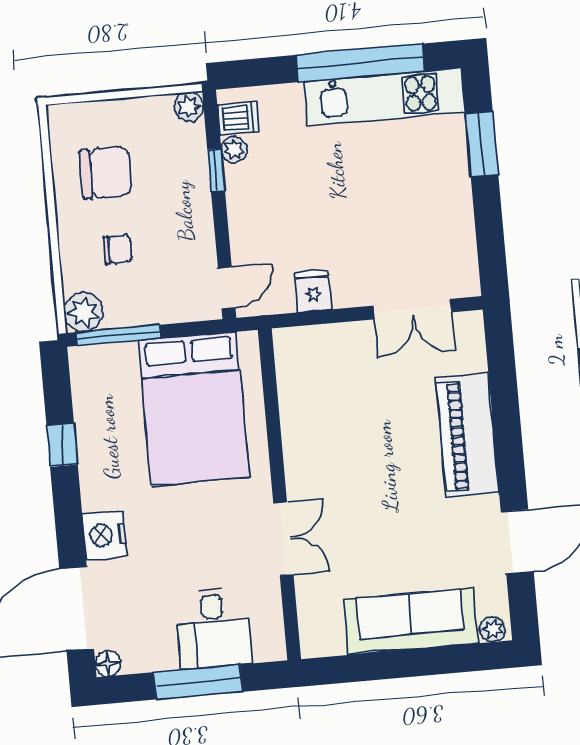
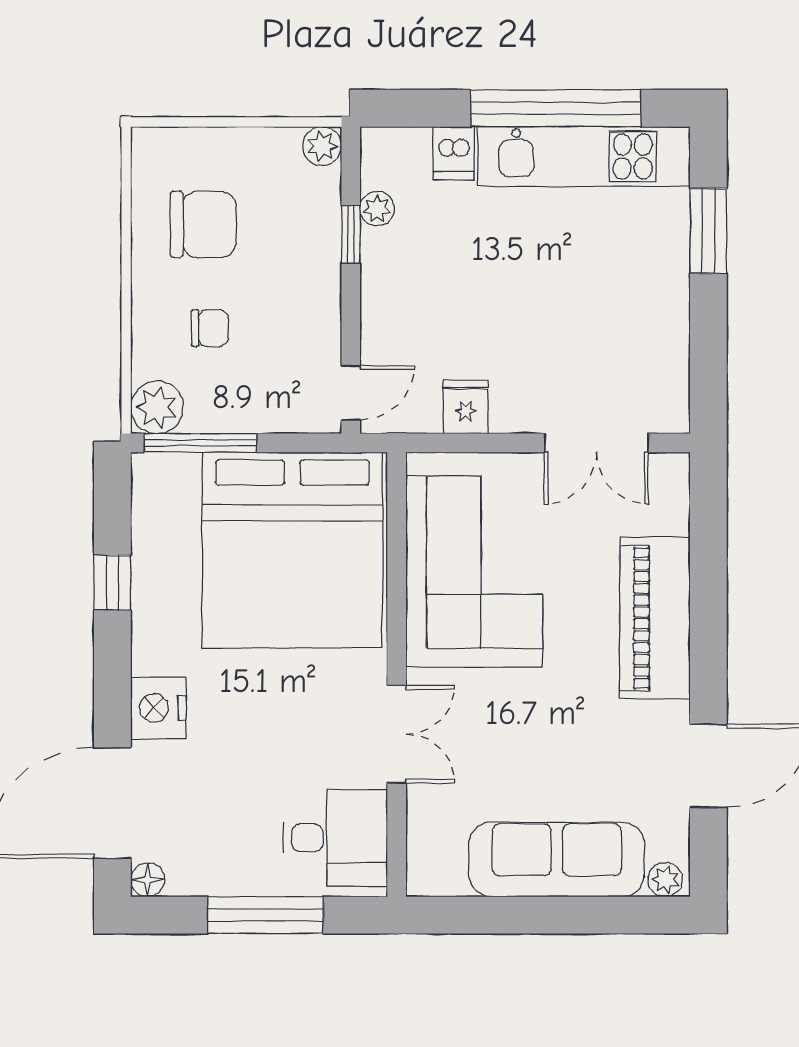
dishwasher: (238, 118) -> (454, 153), moved, turned 90
bed: (194, 409) -> (292, 550), width x1.36
corner sofa: (330, 413) -> (474, 572), added
desk: (213, 628) -> (335, 838), moved, turned -90

